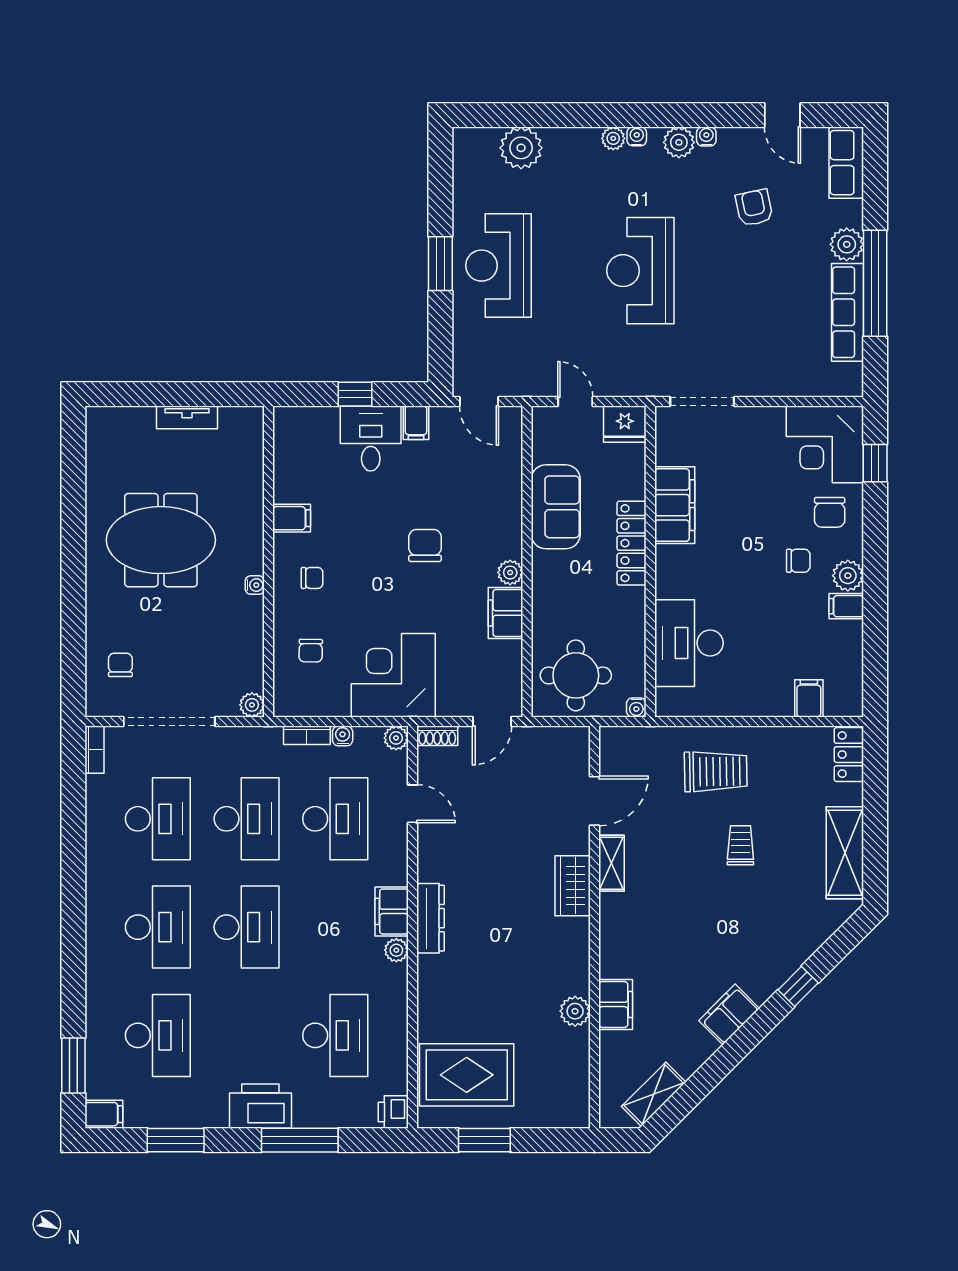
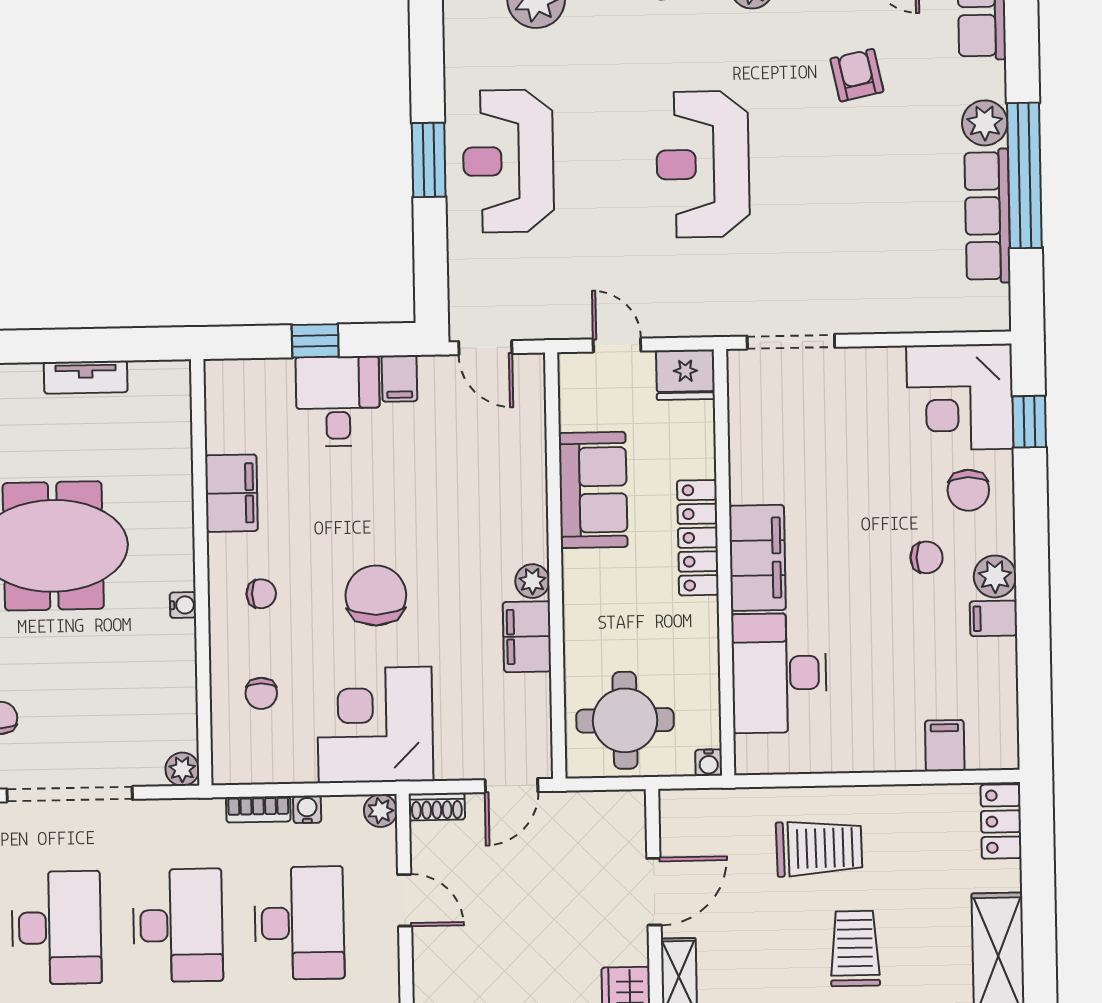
filing cabinet: (675, 505) -> (757, 558), moved
filing cabinet: (292, 518) -> (231, 493), width x2.00
chair: (425, 545) -> (376, 596), moved, width x1.37, depth x1.37
trolley: (740, 845) -> (855, 949), width x1.36, depth x1.39

